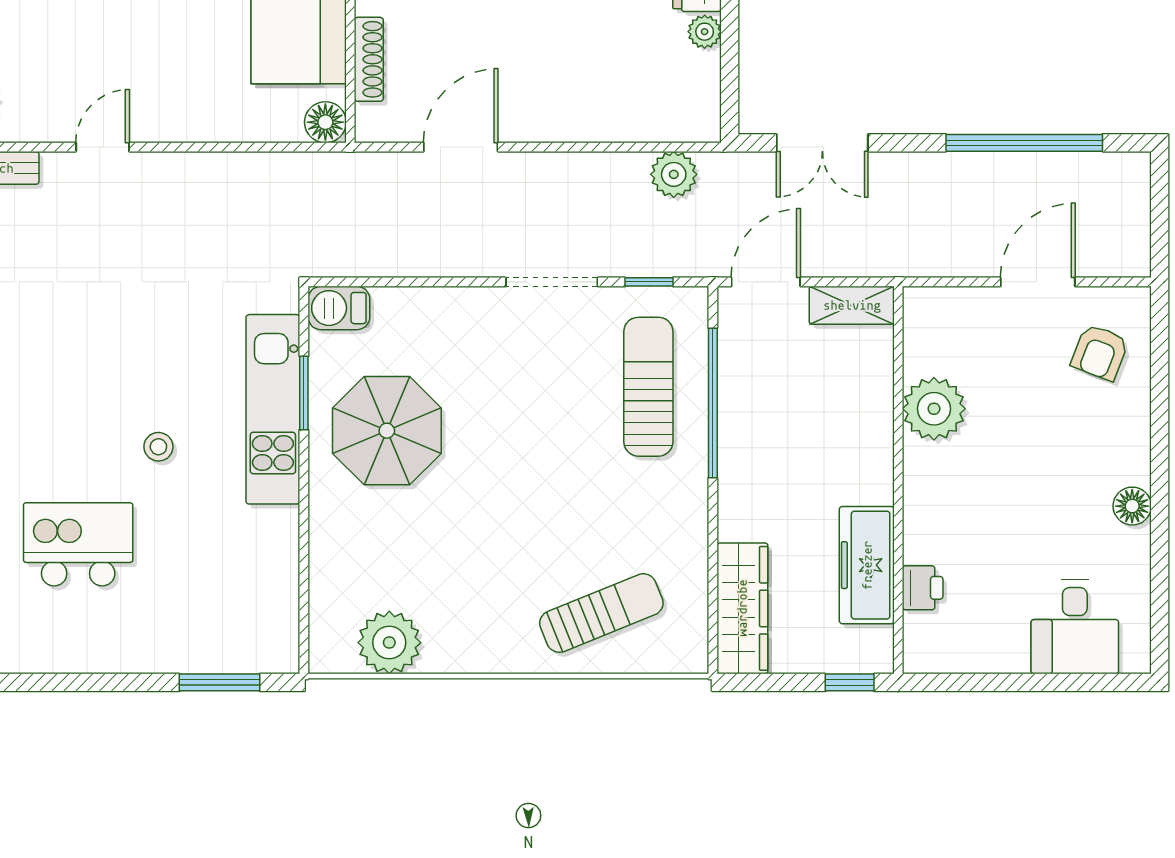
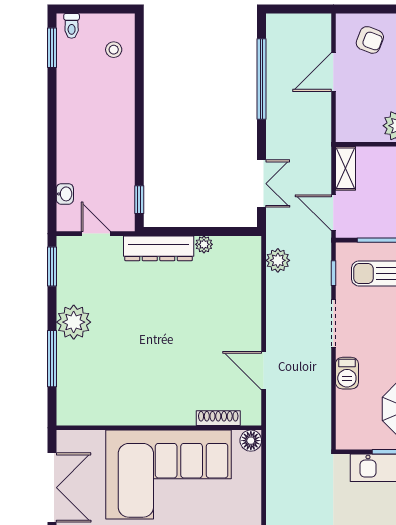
door: (1038, 282) -> (333, 72), hinge flipped
barbecue: (339, 308) -> (347, 373), moved

